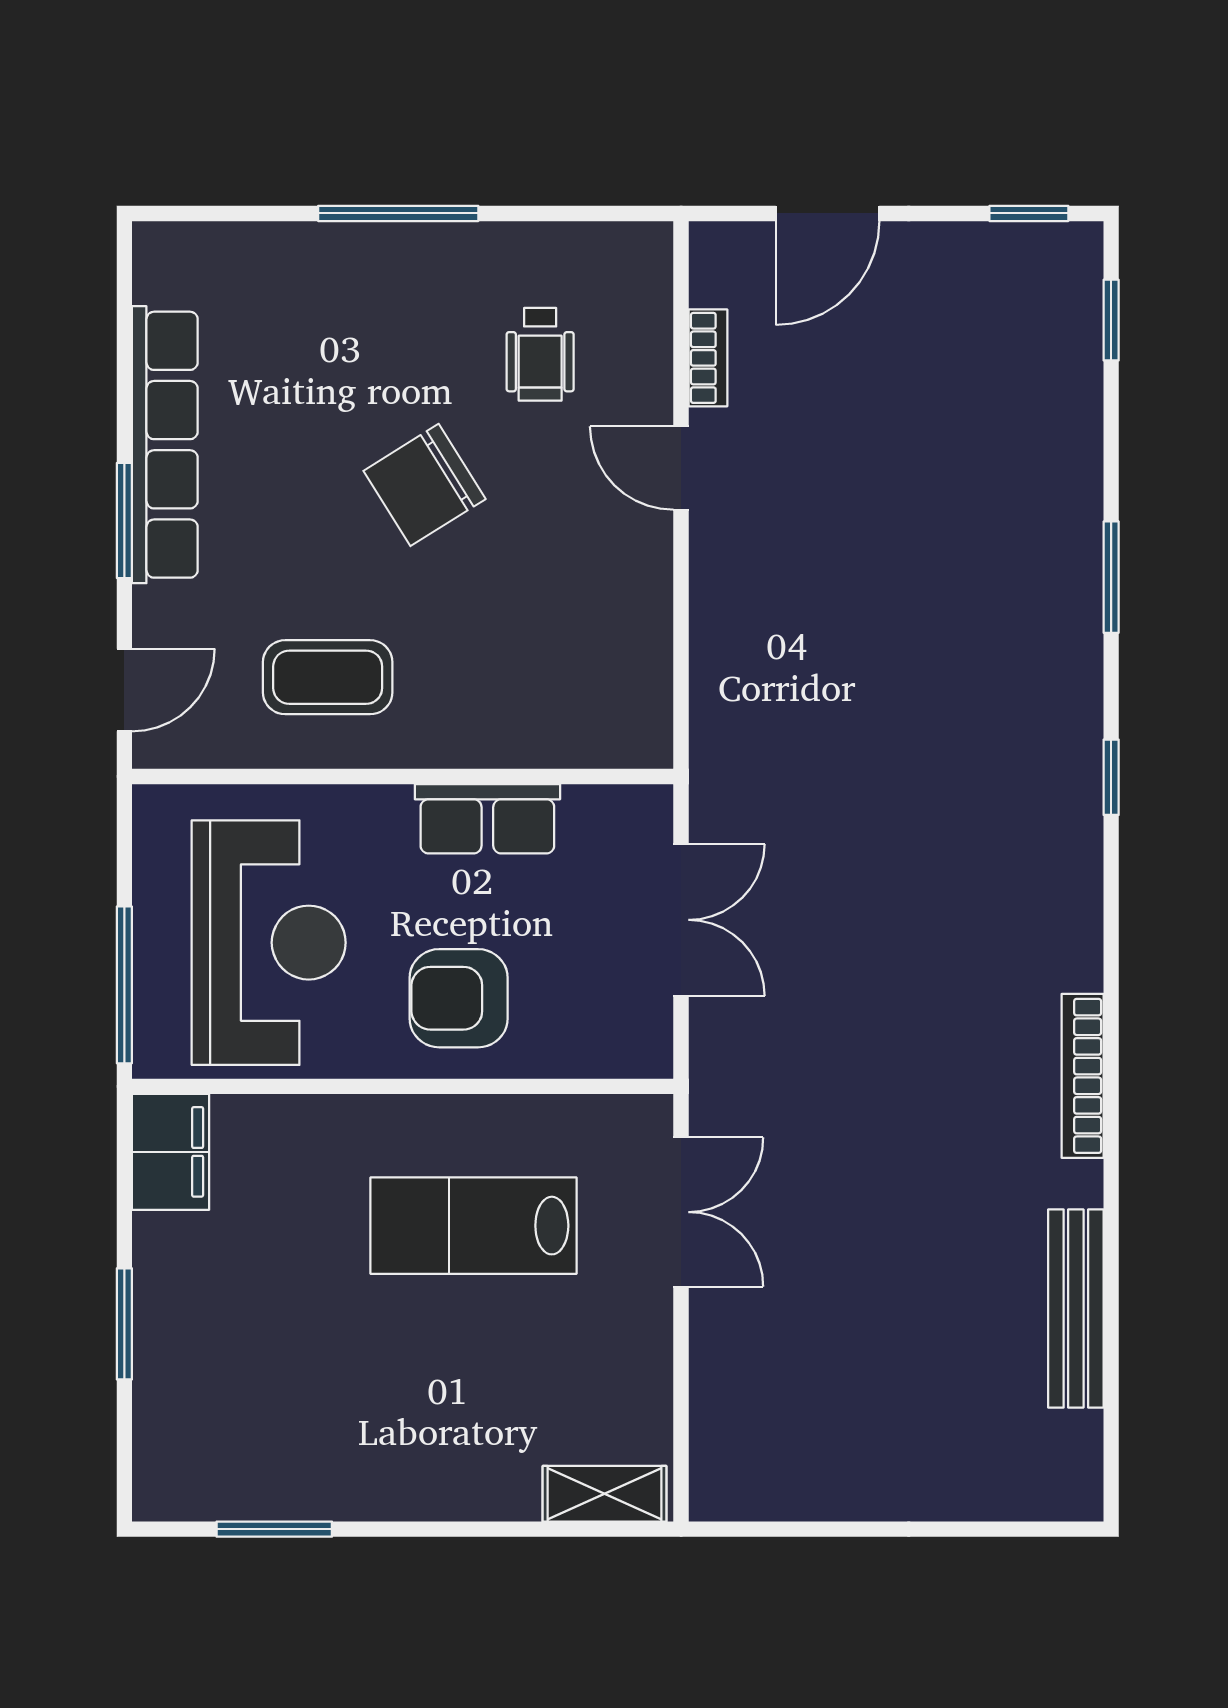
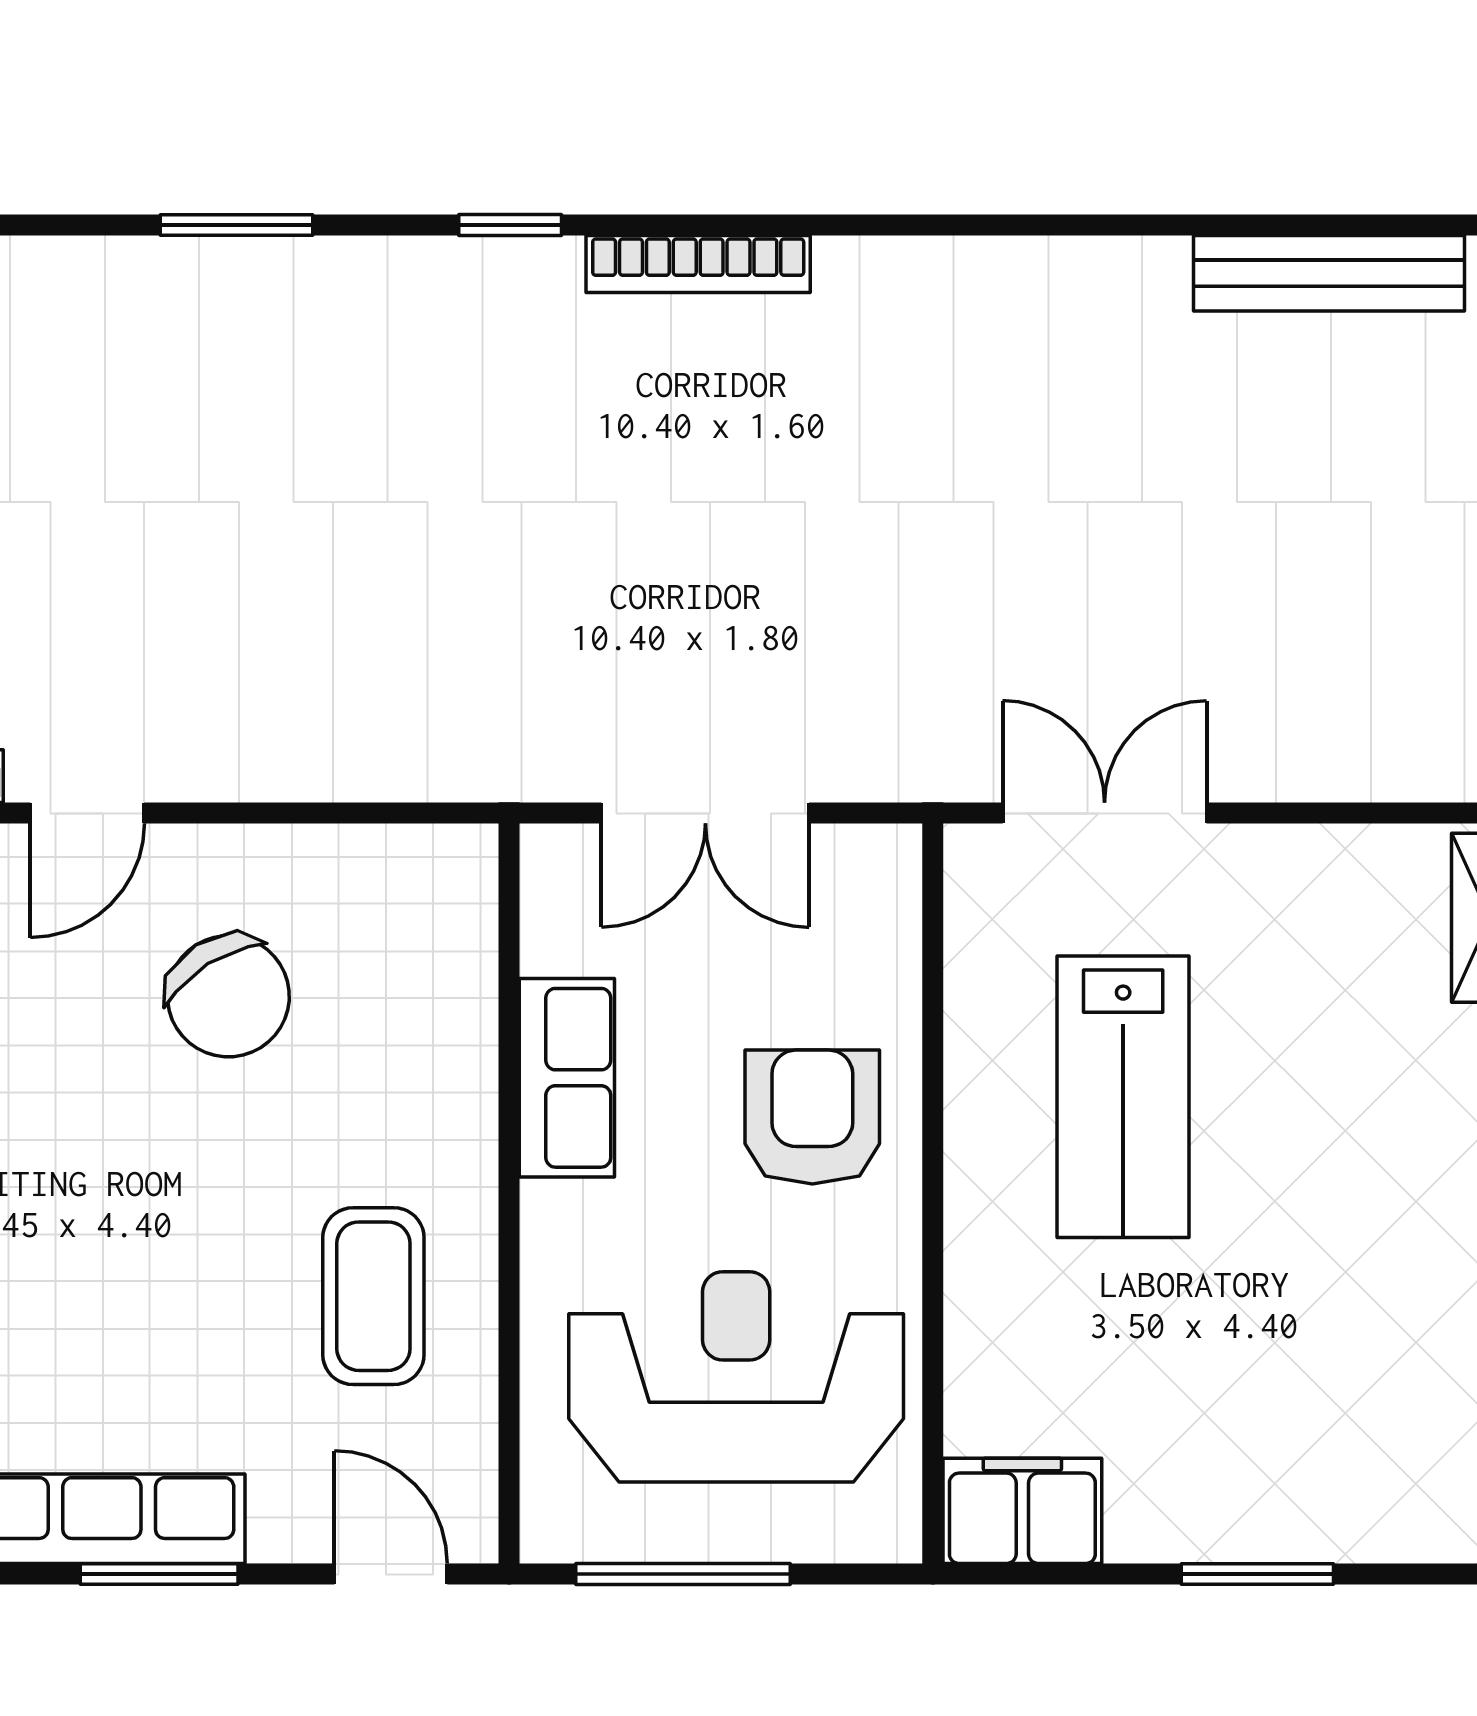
chair: (425, 485) -> (228, 996), moved
double door: (681, 920) -> (705, 813), swing flipped
window: (124, 985) -> (683, 1574), moved
armchair: (459, 998) -> (812, 1117), turned 180
bookcase: (1083, 1076) -> (698, 264), moved
bench: (1076, 1308) -> (1329, 273), moved

